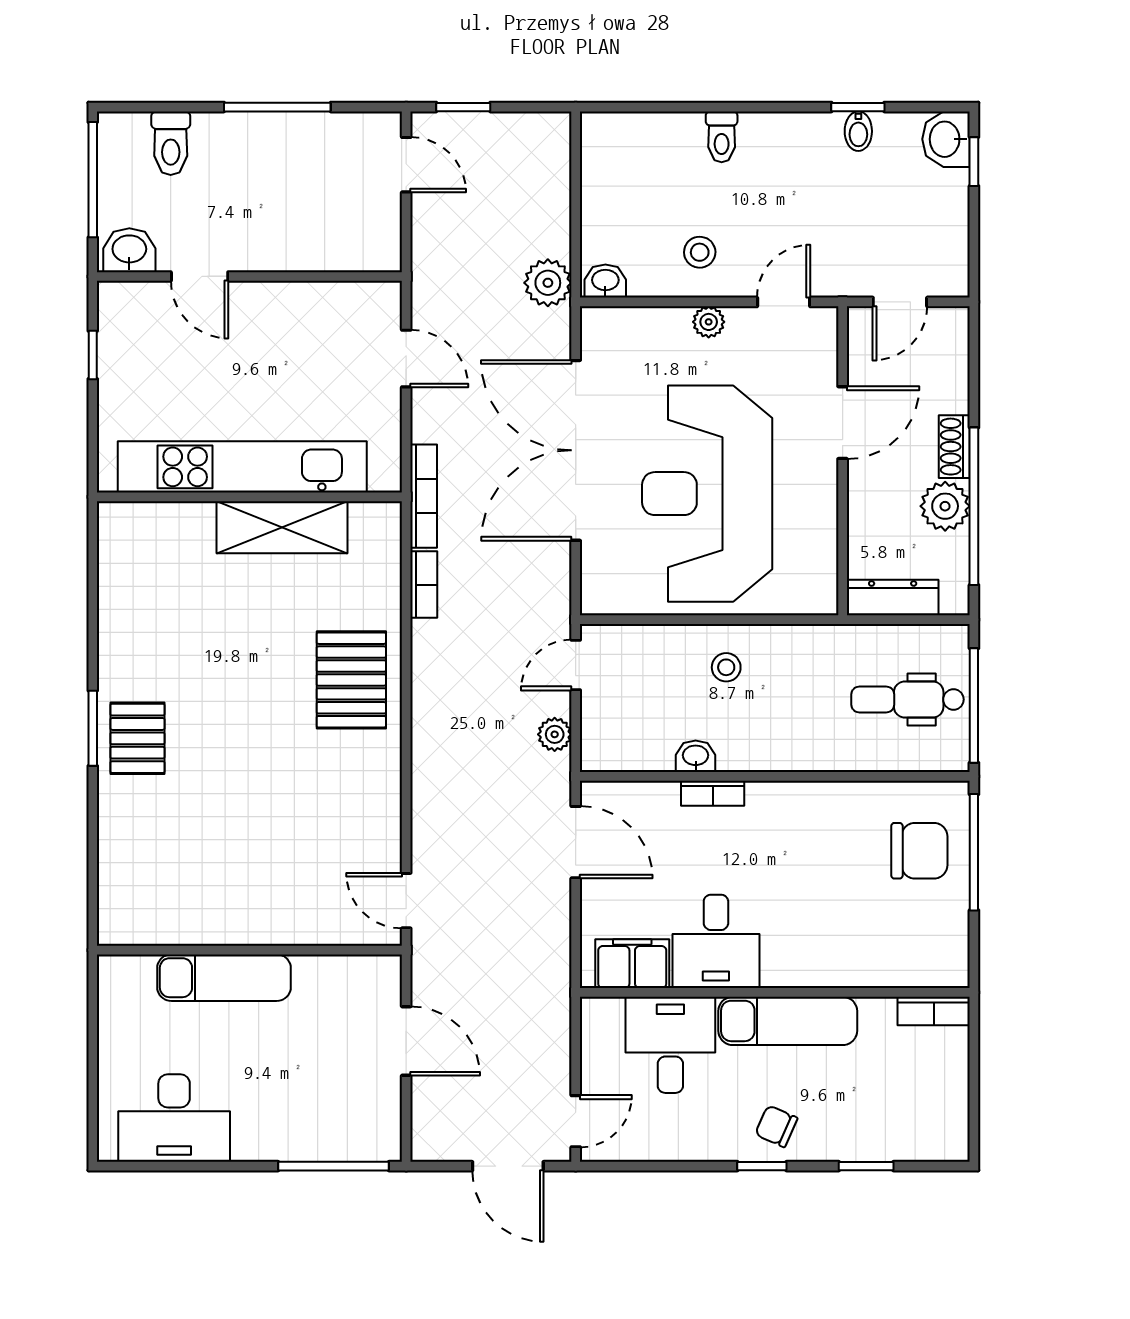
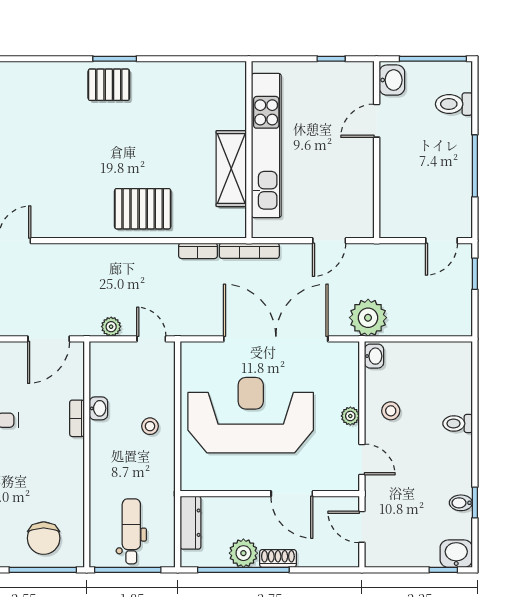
plant: (548, 283) -> (368, 318), width x1.36, depth x1.36

